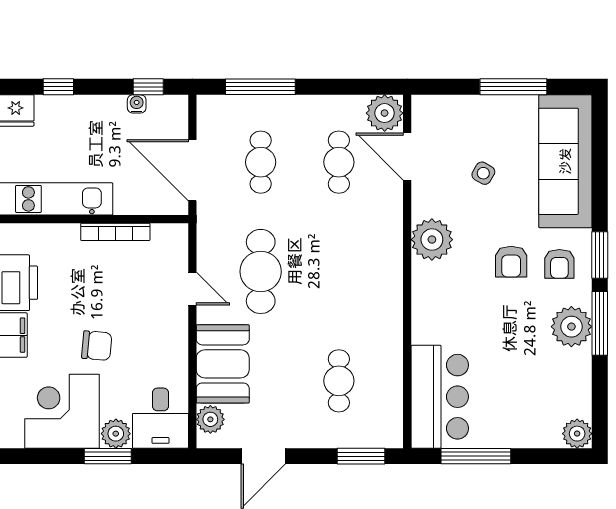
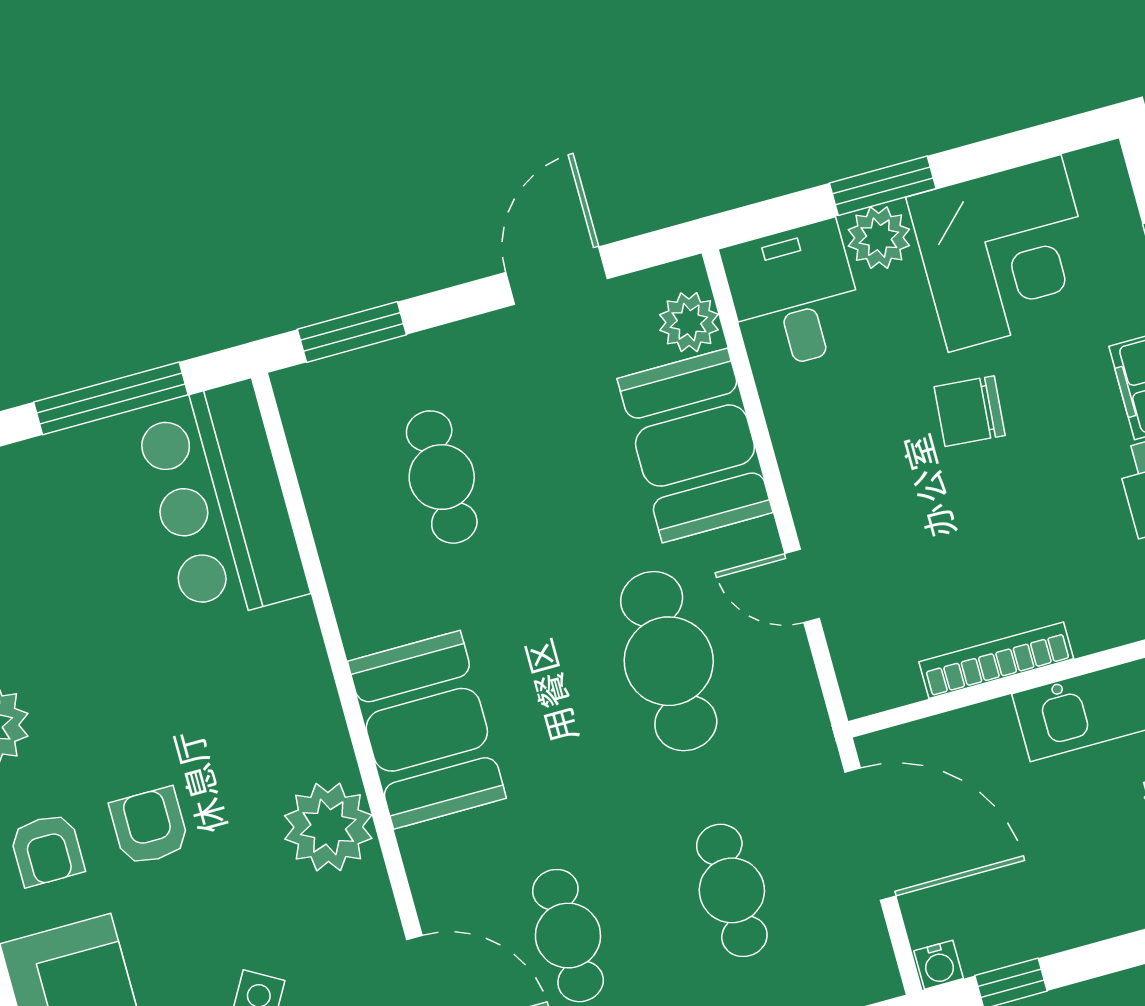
water cooler: (137, 104) -> (939, 965), moved
armchair: (559, 264) -> (47, 850), turned 180
booth: (376, 271) -> (427, 730), added

